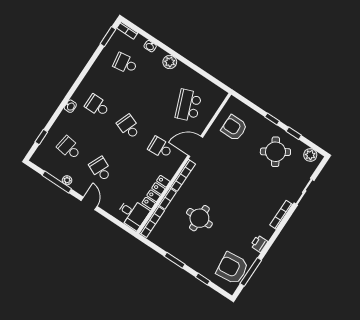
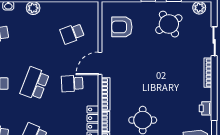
school desk: (188, 105) -> (72, 33), width x0.54
school desk: (129, 127) -> (35, 84), width x1.85

